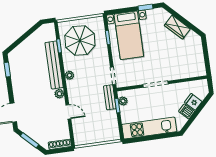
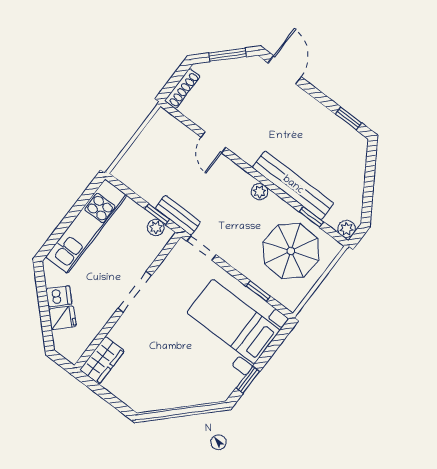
wardrobe: (177, 27) -> (102, 360), moved, turned 135
plant: (59, 94) -> (347, 229), moved
door: (68, 112) -> (213, 142), hinge flipped

